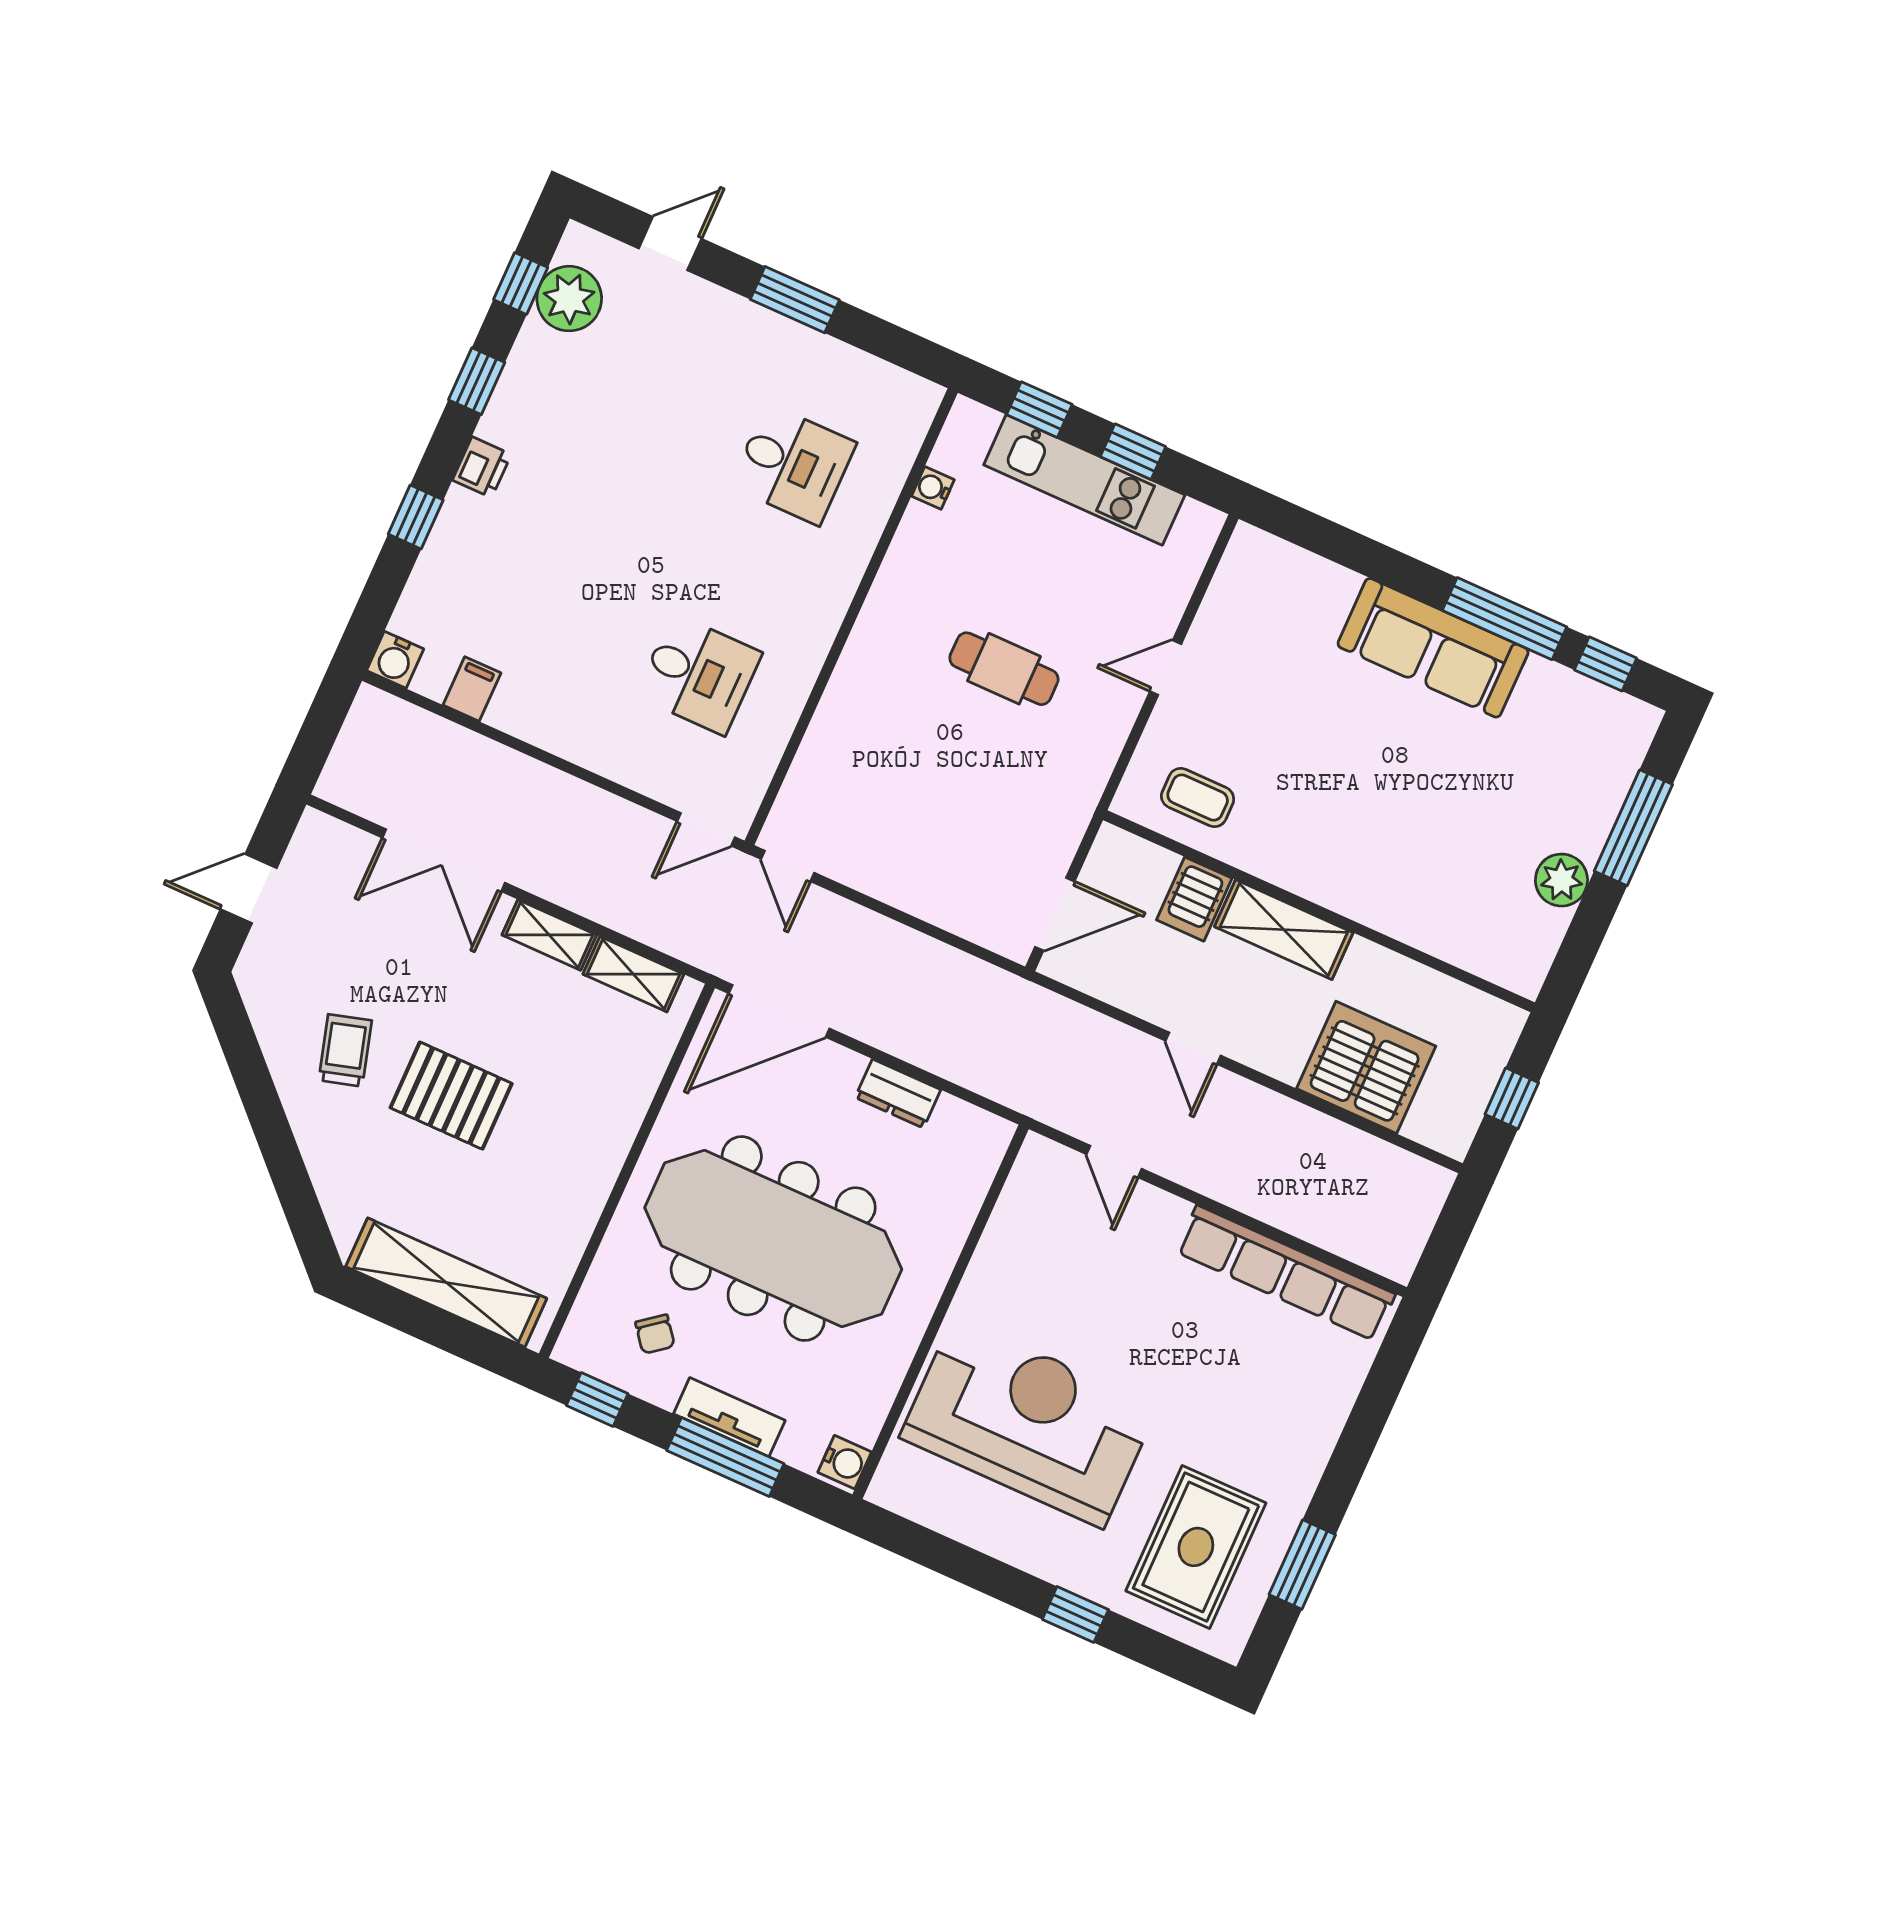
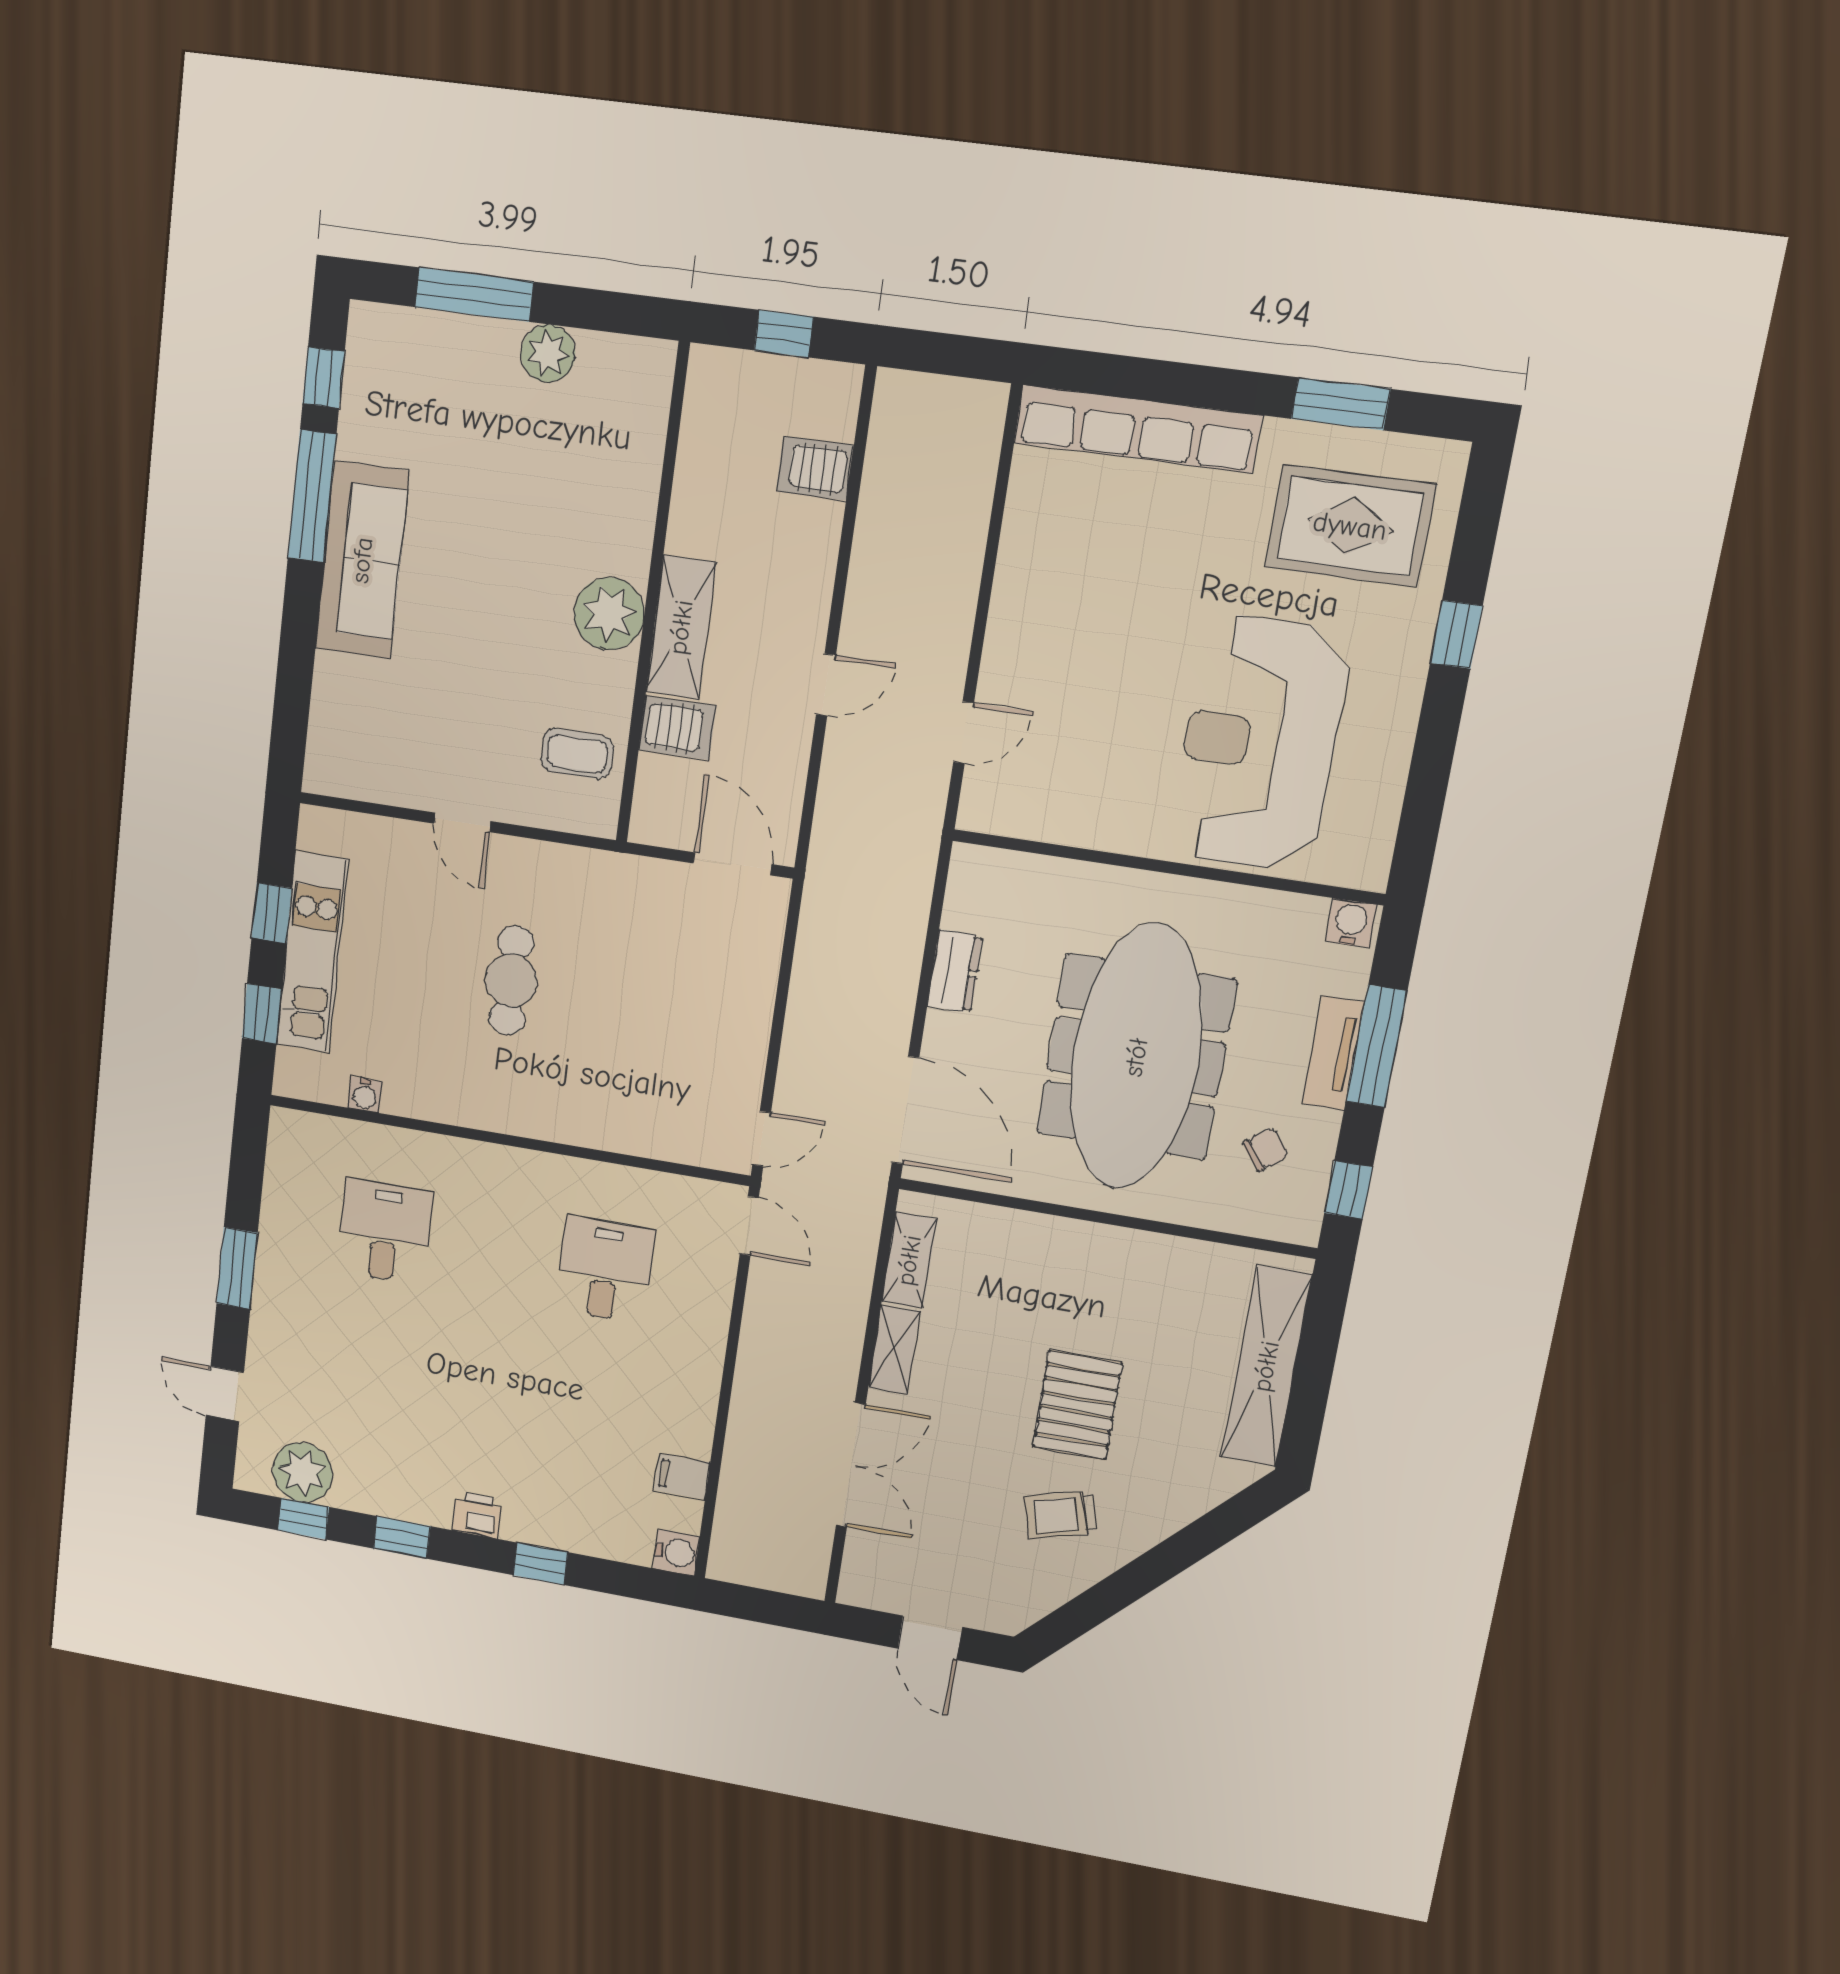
coffee table: (1198, 798) -> (577, 754), turned 90
plant: (1316, 867) -> (609, 614), added
server rack: (1366, 1067) -> (815, 468), width x0.46, depth x0.70
row of seats: (1286, 1273) -> (1137, 429), moved, turned 90

